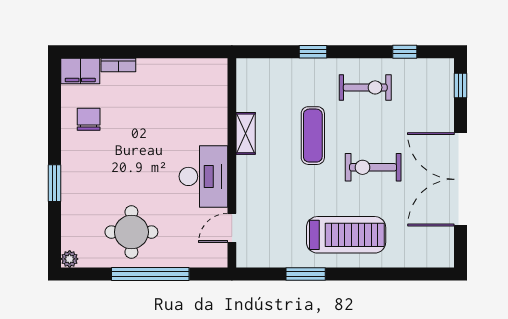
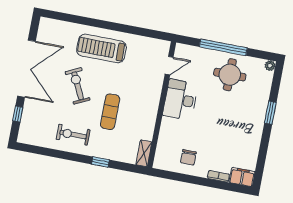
window: (405, 52) -> (45, 152), removed
window: (461, 85) -> (18, 114), moved
chair: (89, 119) -> (188, 157), moved
shelving: (246, 133) -> (144, 153), moved
exercise bike: (373, 167) -> (78, 86), turned -116
window: (306, 274) -> (130, 30), removed

